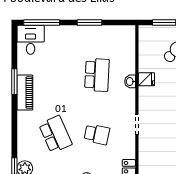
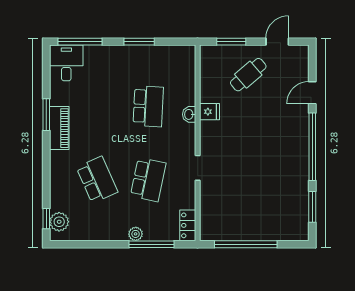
school desk: (97, 134) -> (148, 180), width x1.85

